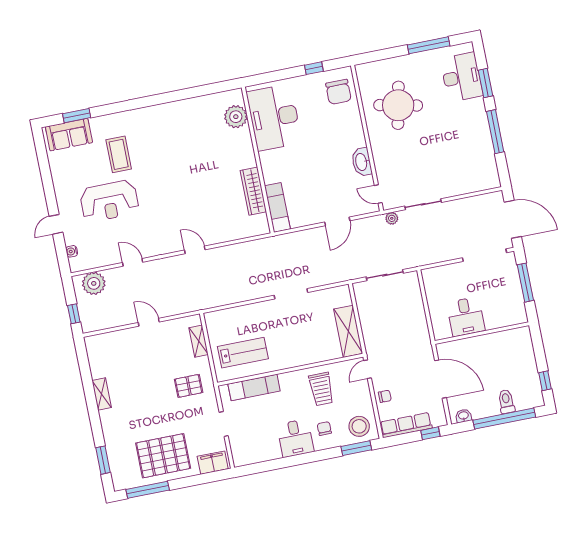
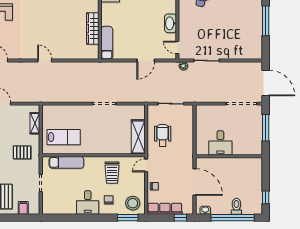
wheelchair: (382, 322) -> (163, 135), added
filing cabinet: (213, 463) -> (23, 208), width x0.50

